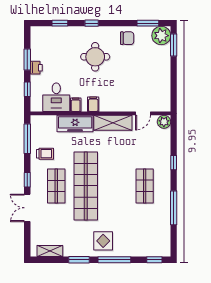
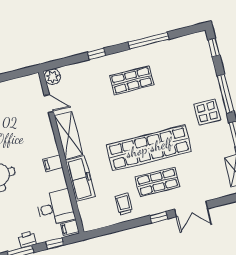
filing cabinet: (76, 105) -> (70, 228), moved
window: (27, 139) -> (112, 229), removed

